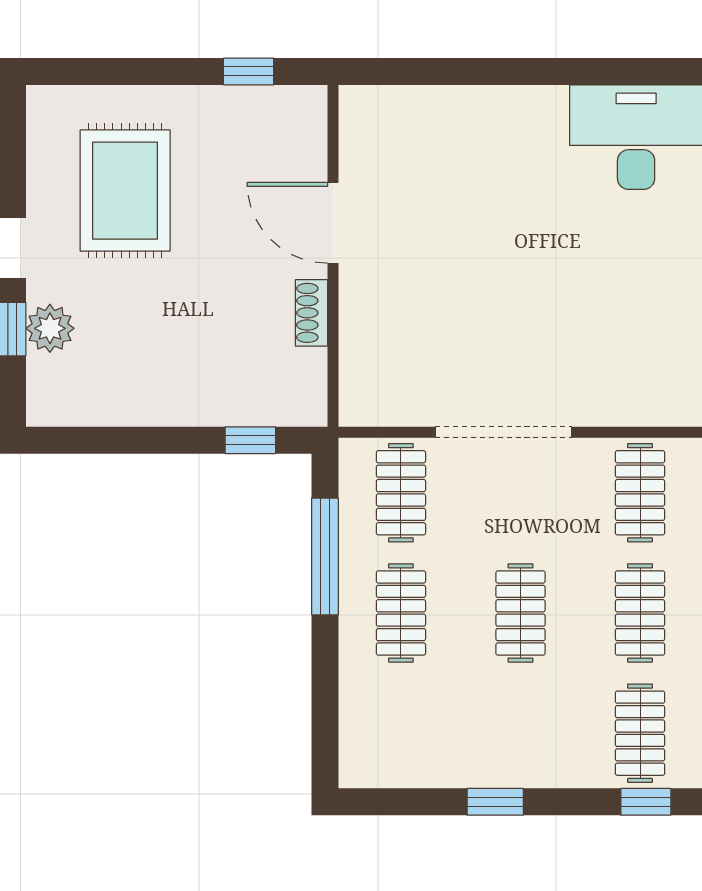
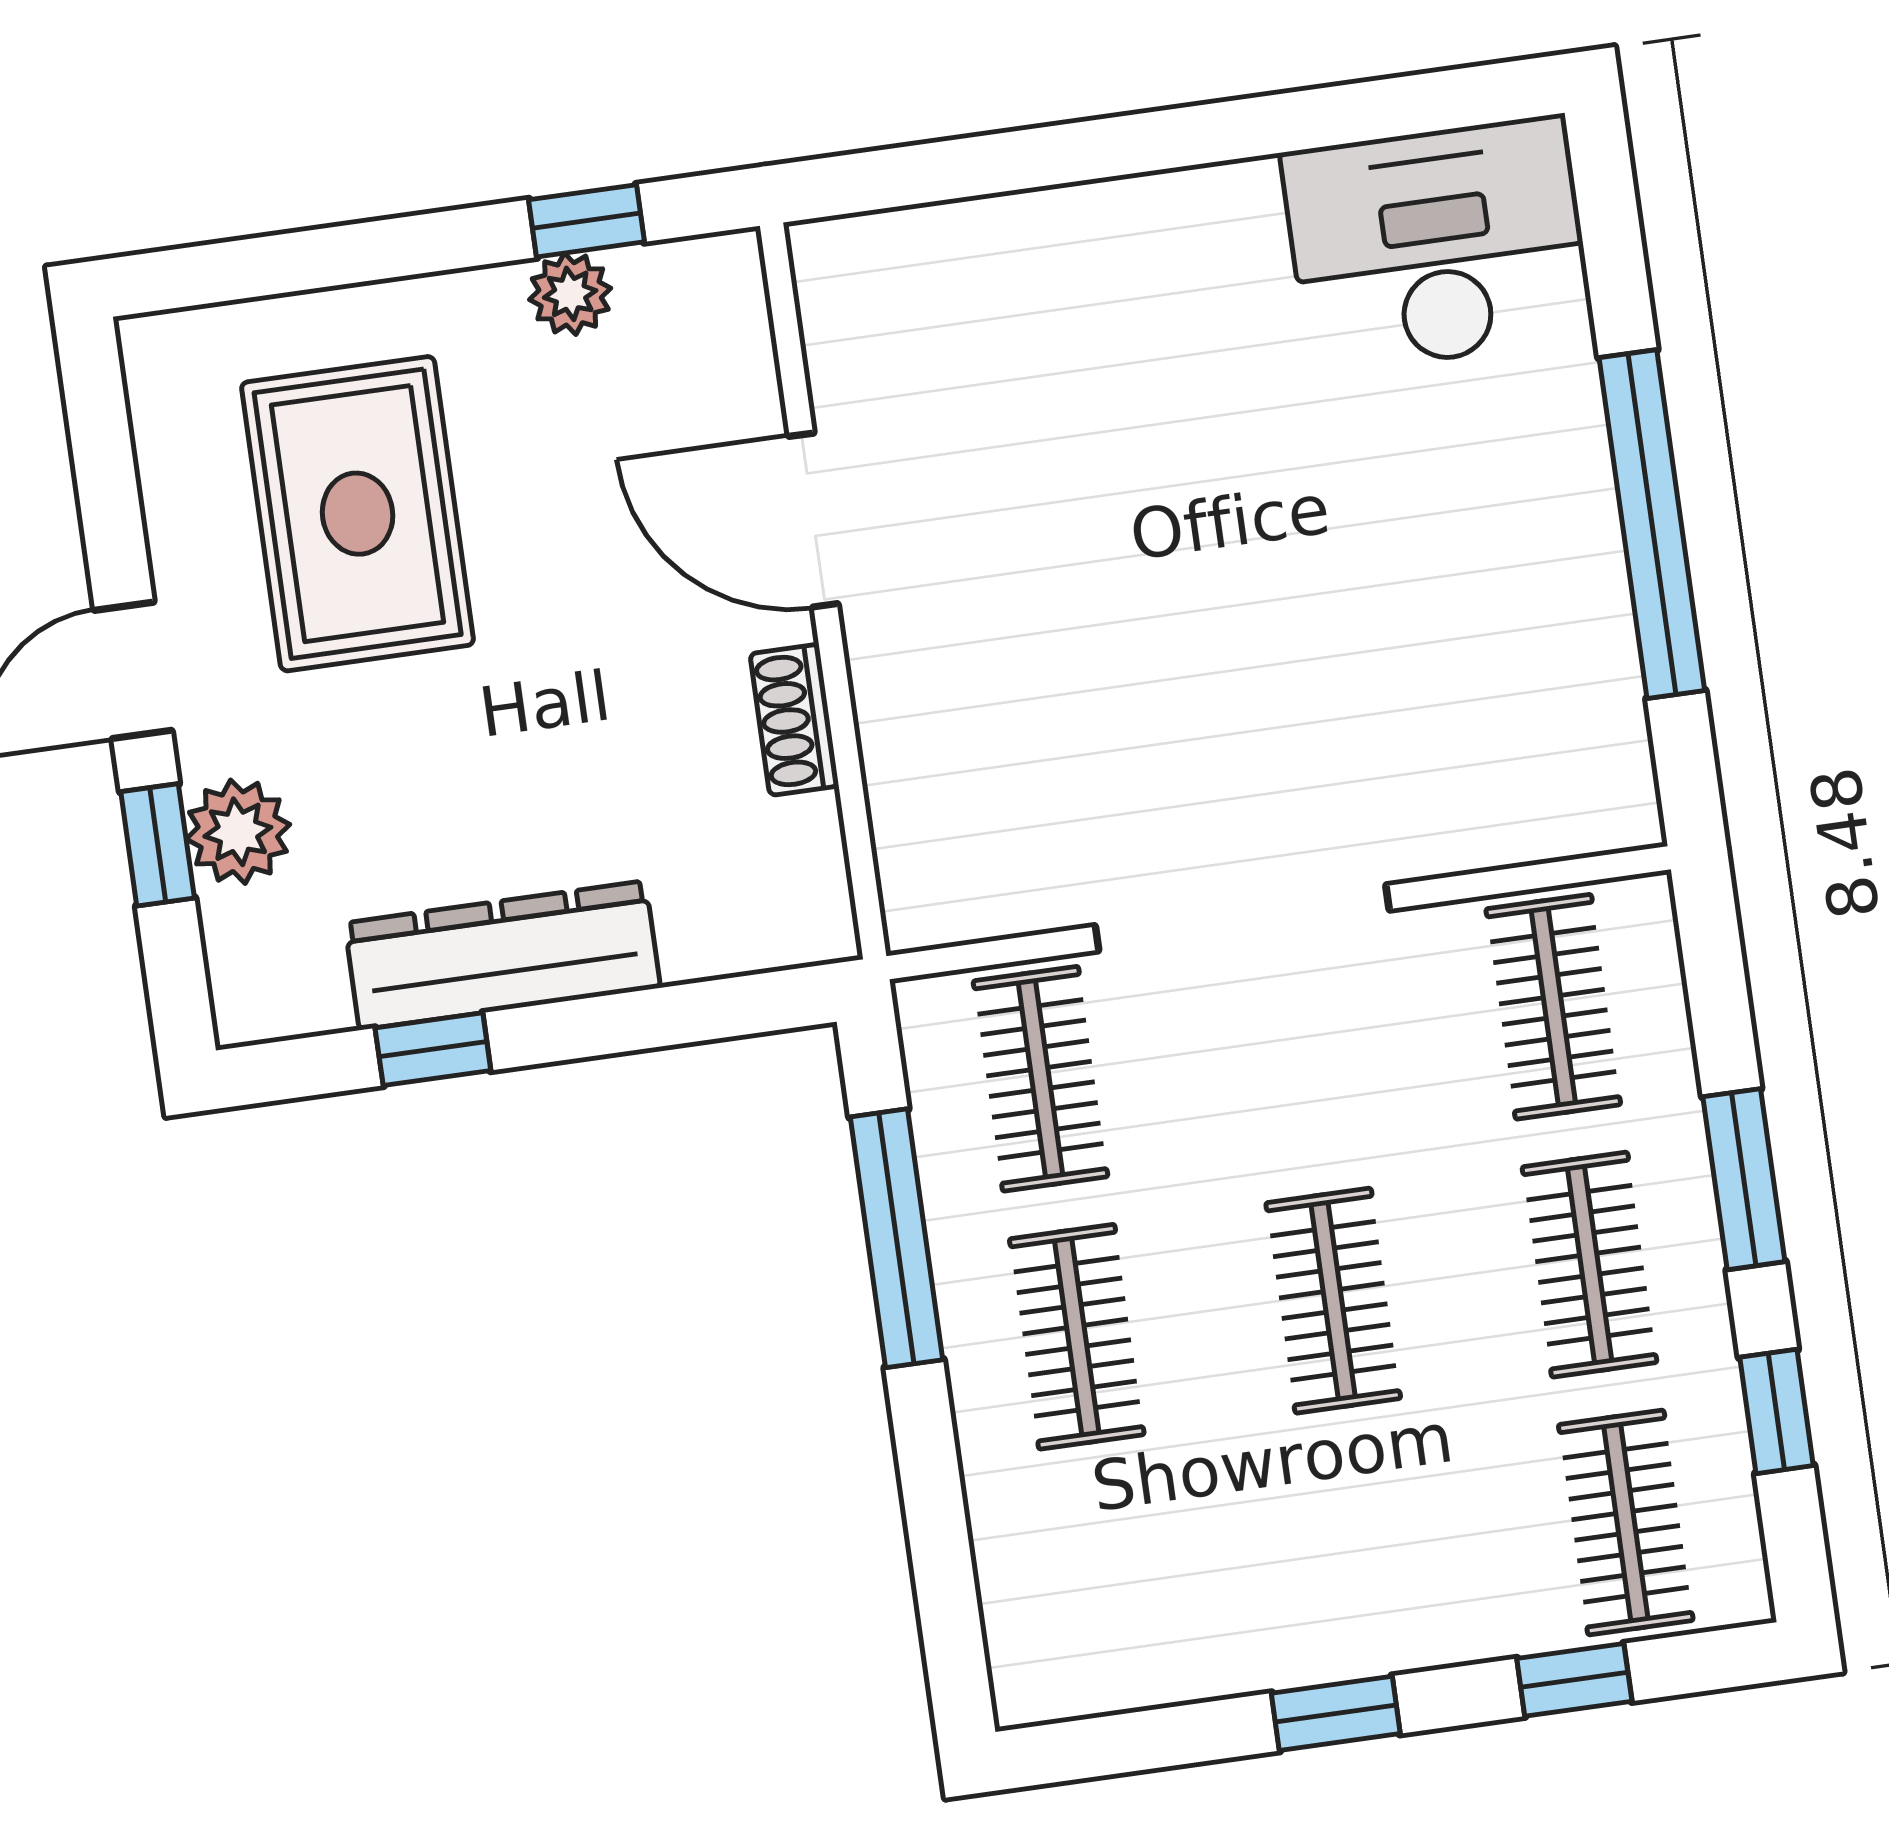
plant: (236, 104) -> (570, 294), added
dresser: (163, 402) -> (502, 955), added
window: (250, 440) -> (433, 1049), moved
window: (646, 802) -> (1574, 1680), moved

